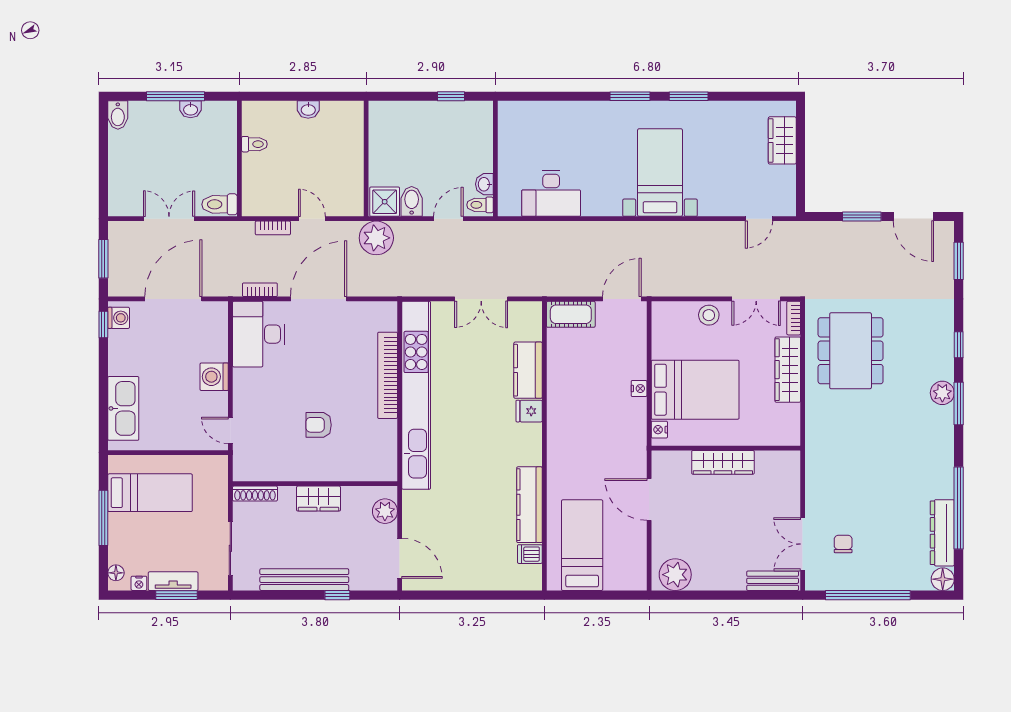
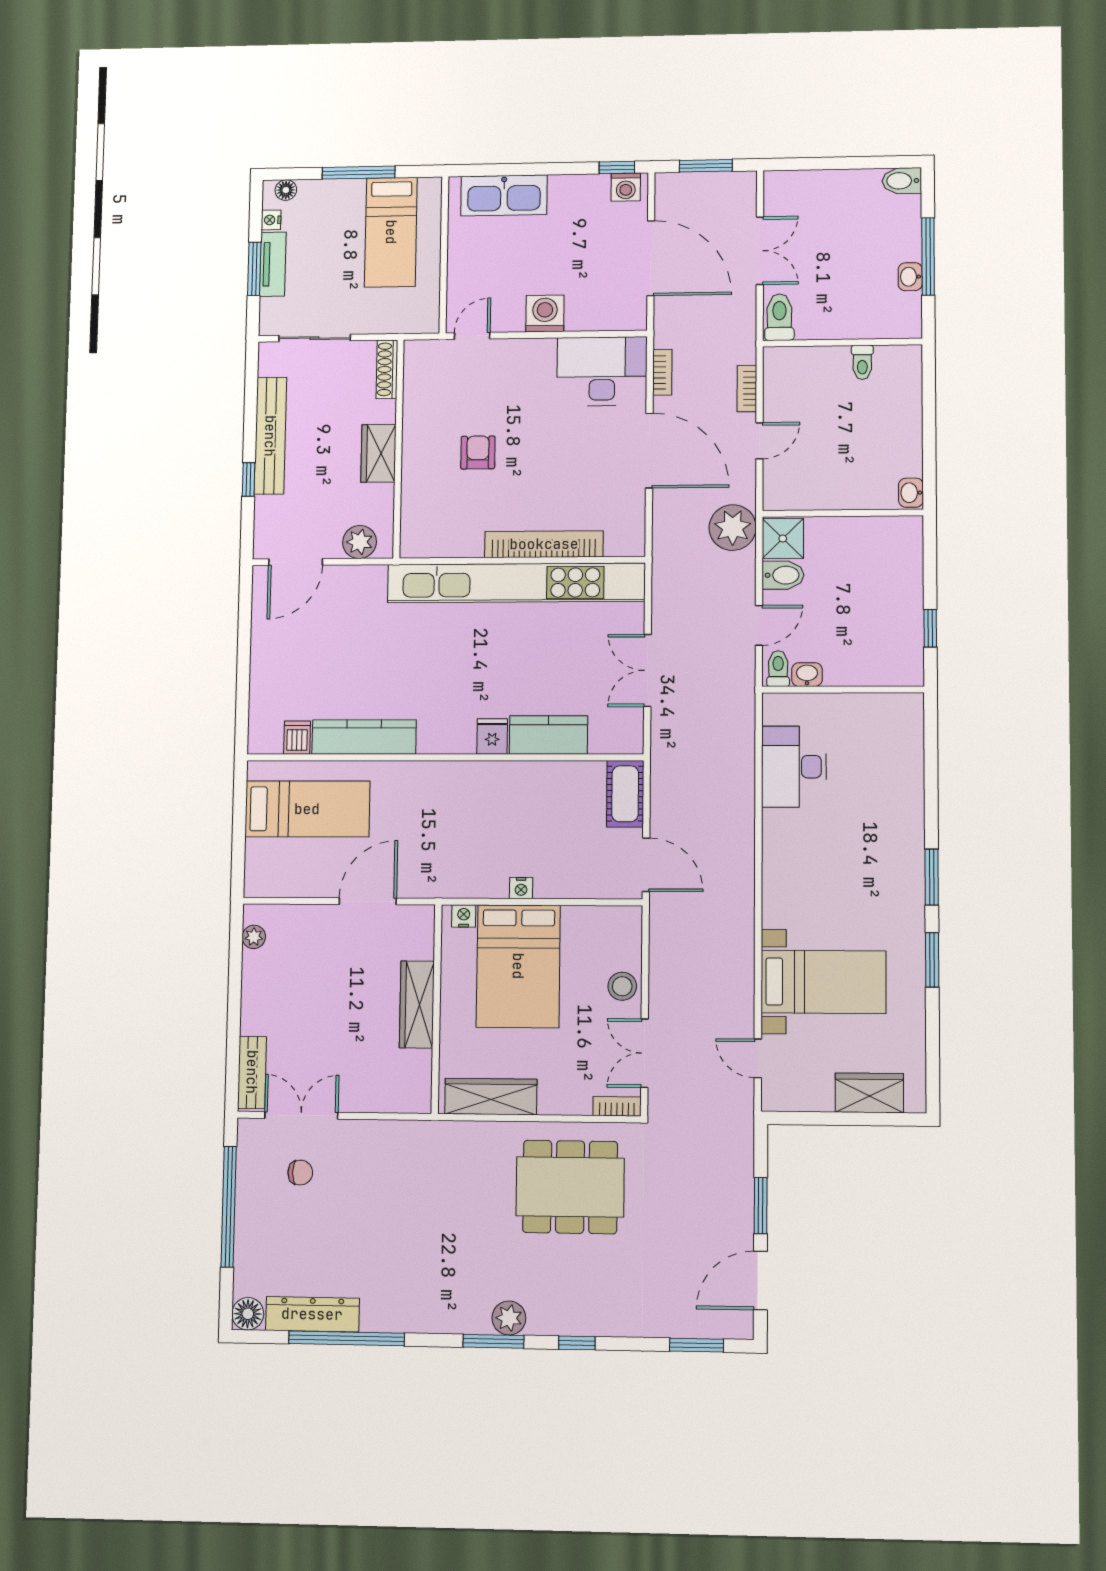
washbasin: (308, 109) -> (911, 493), moved
bed with nightstands: (660, 173) -> (823, 982), moved
door: (448, 219) -> (759, 625), hinge flipped
wardrobe: (788, 370) -> (491, 1097), moved
plant: (675, 575) -> (254, 937), width x0.53, depth x0.53

